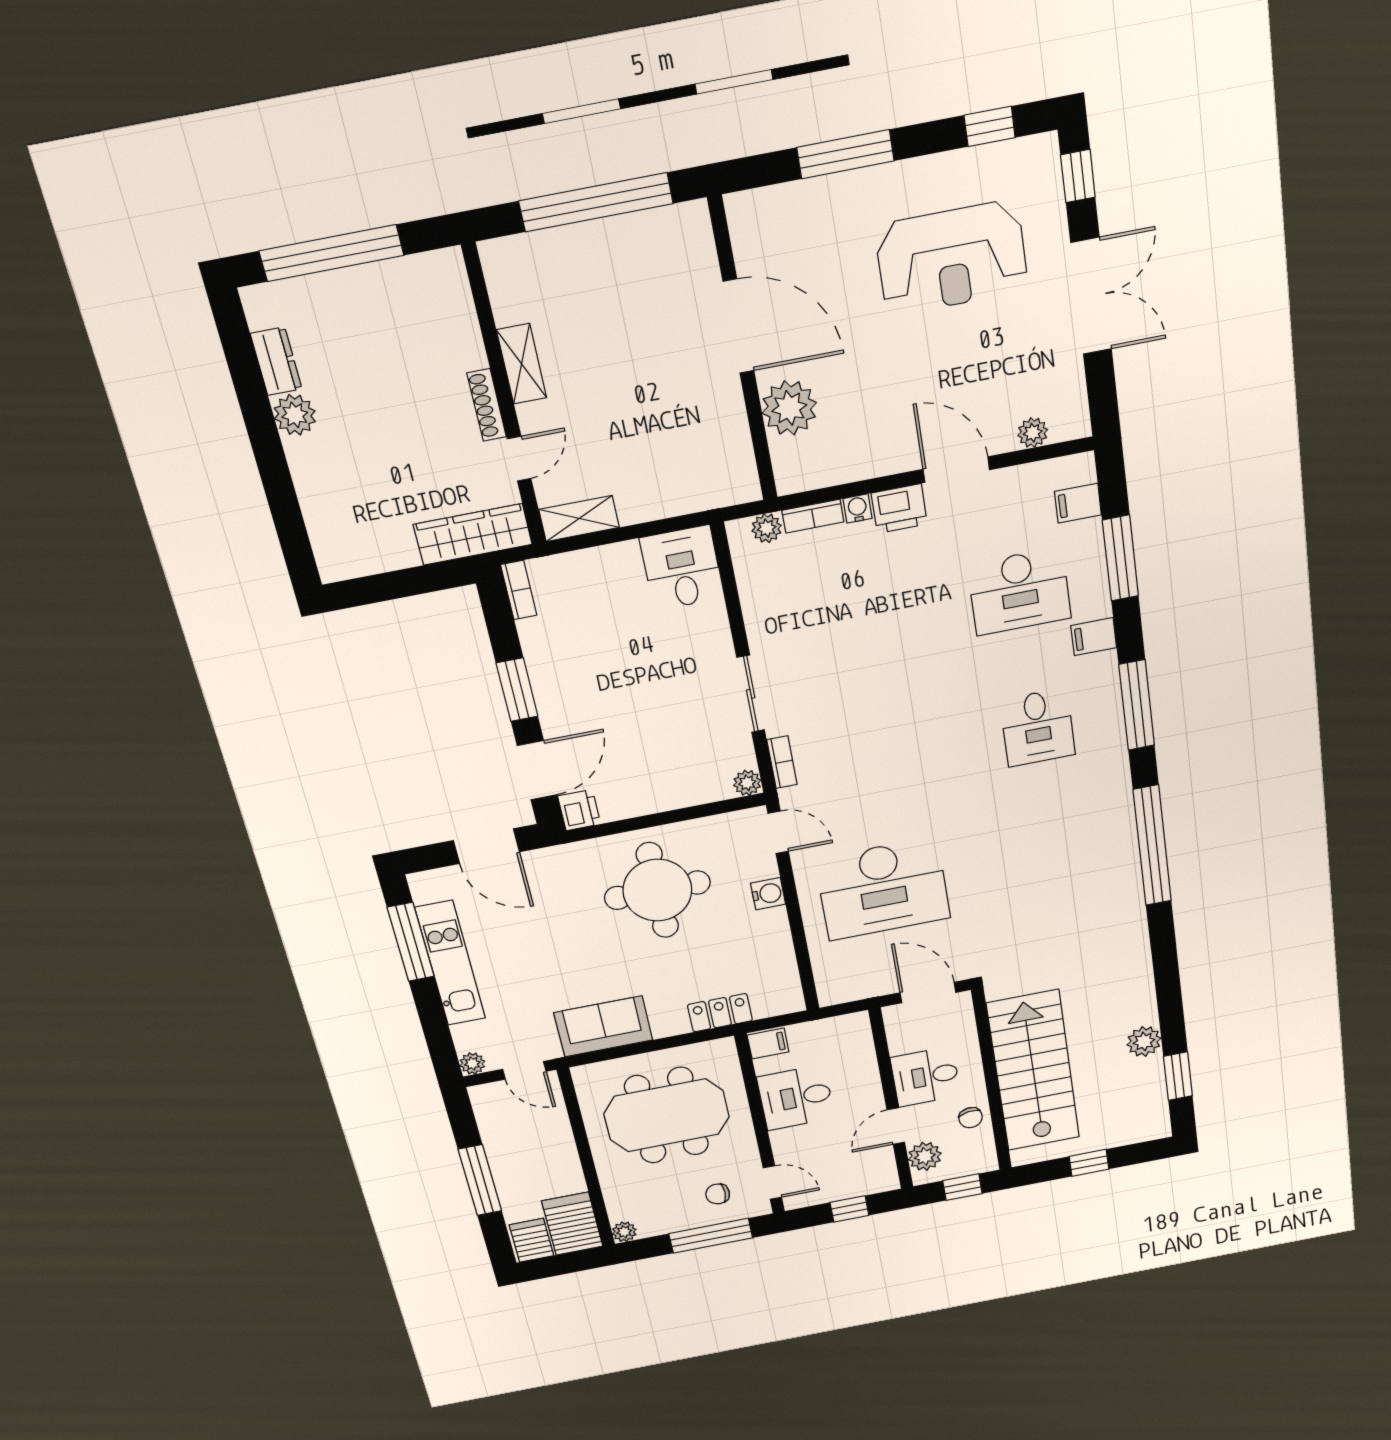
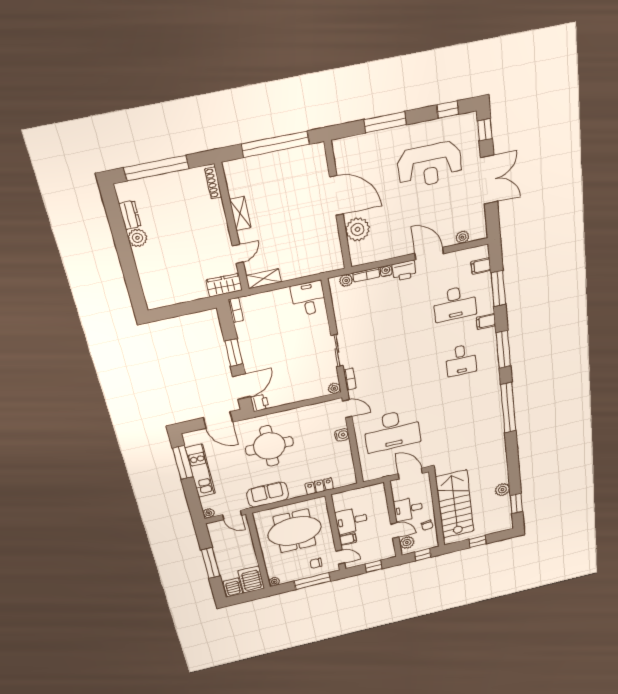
shoe rack: (487, 405) -> (213, 183), moved
wardrobe: (473, 534) -> (224, 285), width x0.67
round table: (657, 890) -> (269, 446), moved
filing cabinet: (768, 1044) -> (348, 539), moved
door: (896, 1126) -> (395, 530), swing flipped

